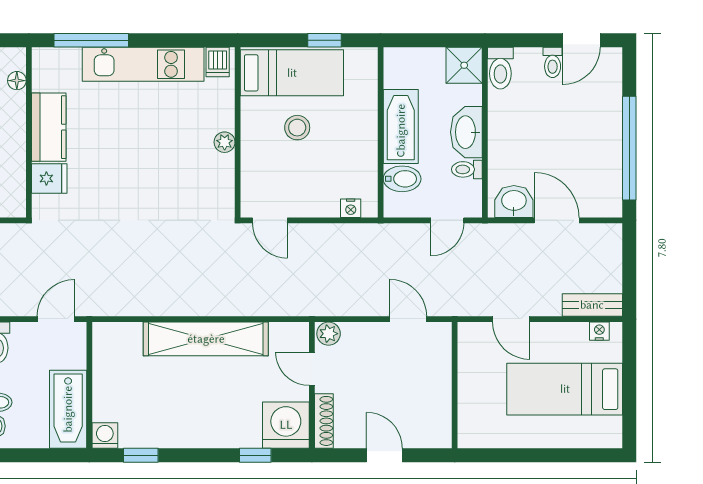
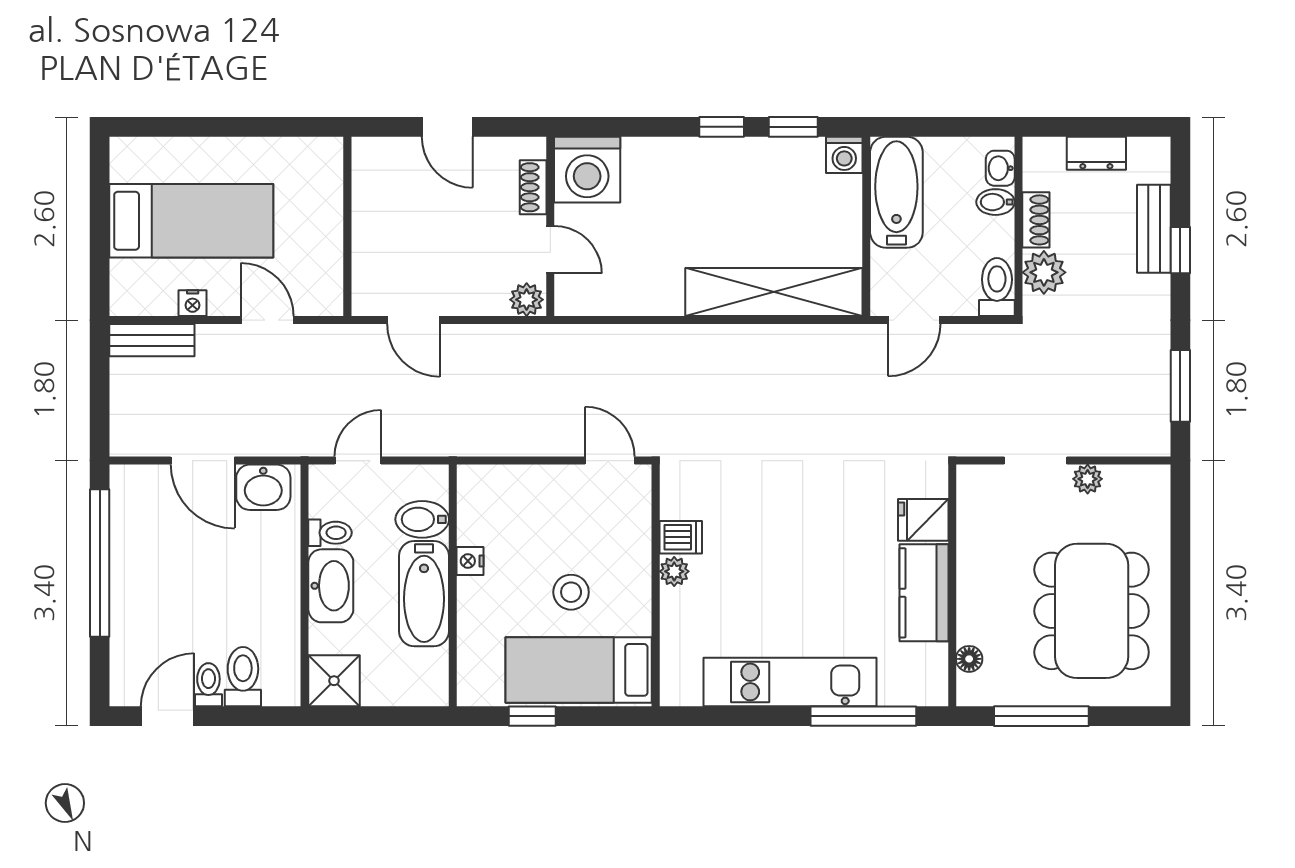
dishwasher: (218, 62) -> (681, 537), moved, turned 90
toilet: (500, 68) -> (243, 677), moved
nightstand: (351, 208) -> (470, 561), moved, turned -90
nightstand: (599, 331) -> (193, 303), moved
shelving: (206, 339) -> (774, 292), moved
shoe rack: (324, 421) -> (533, 187), width x0.70
window: (255, 455) -> (722, 127), moved

